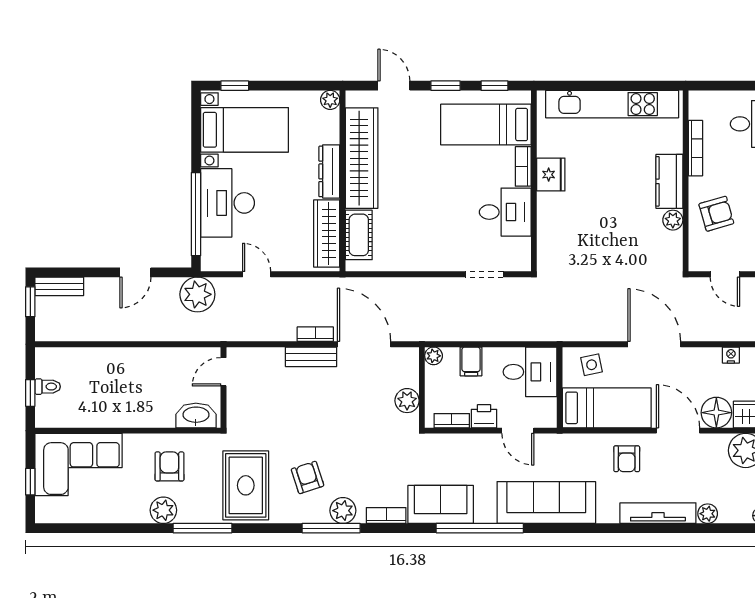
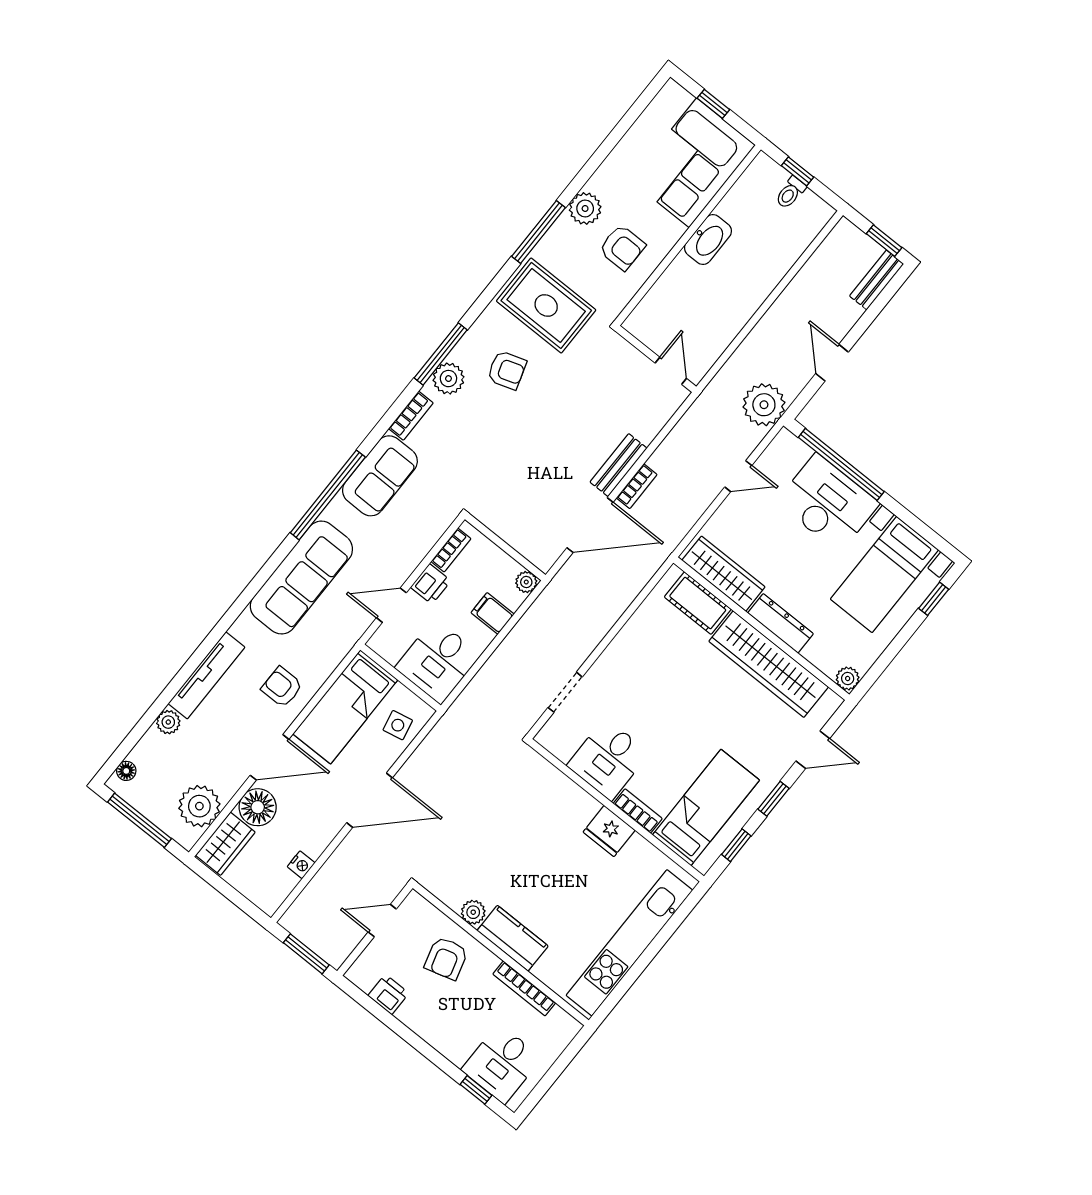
plant: (407, 401) -> (504, 523), removed
washbasin: (196, 415) -> (708, 239), moved

